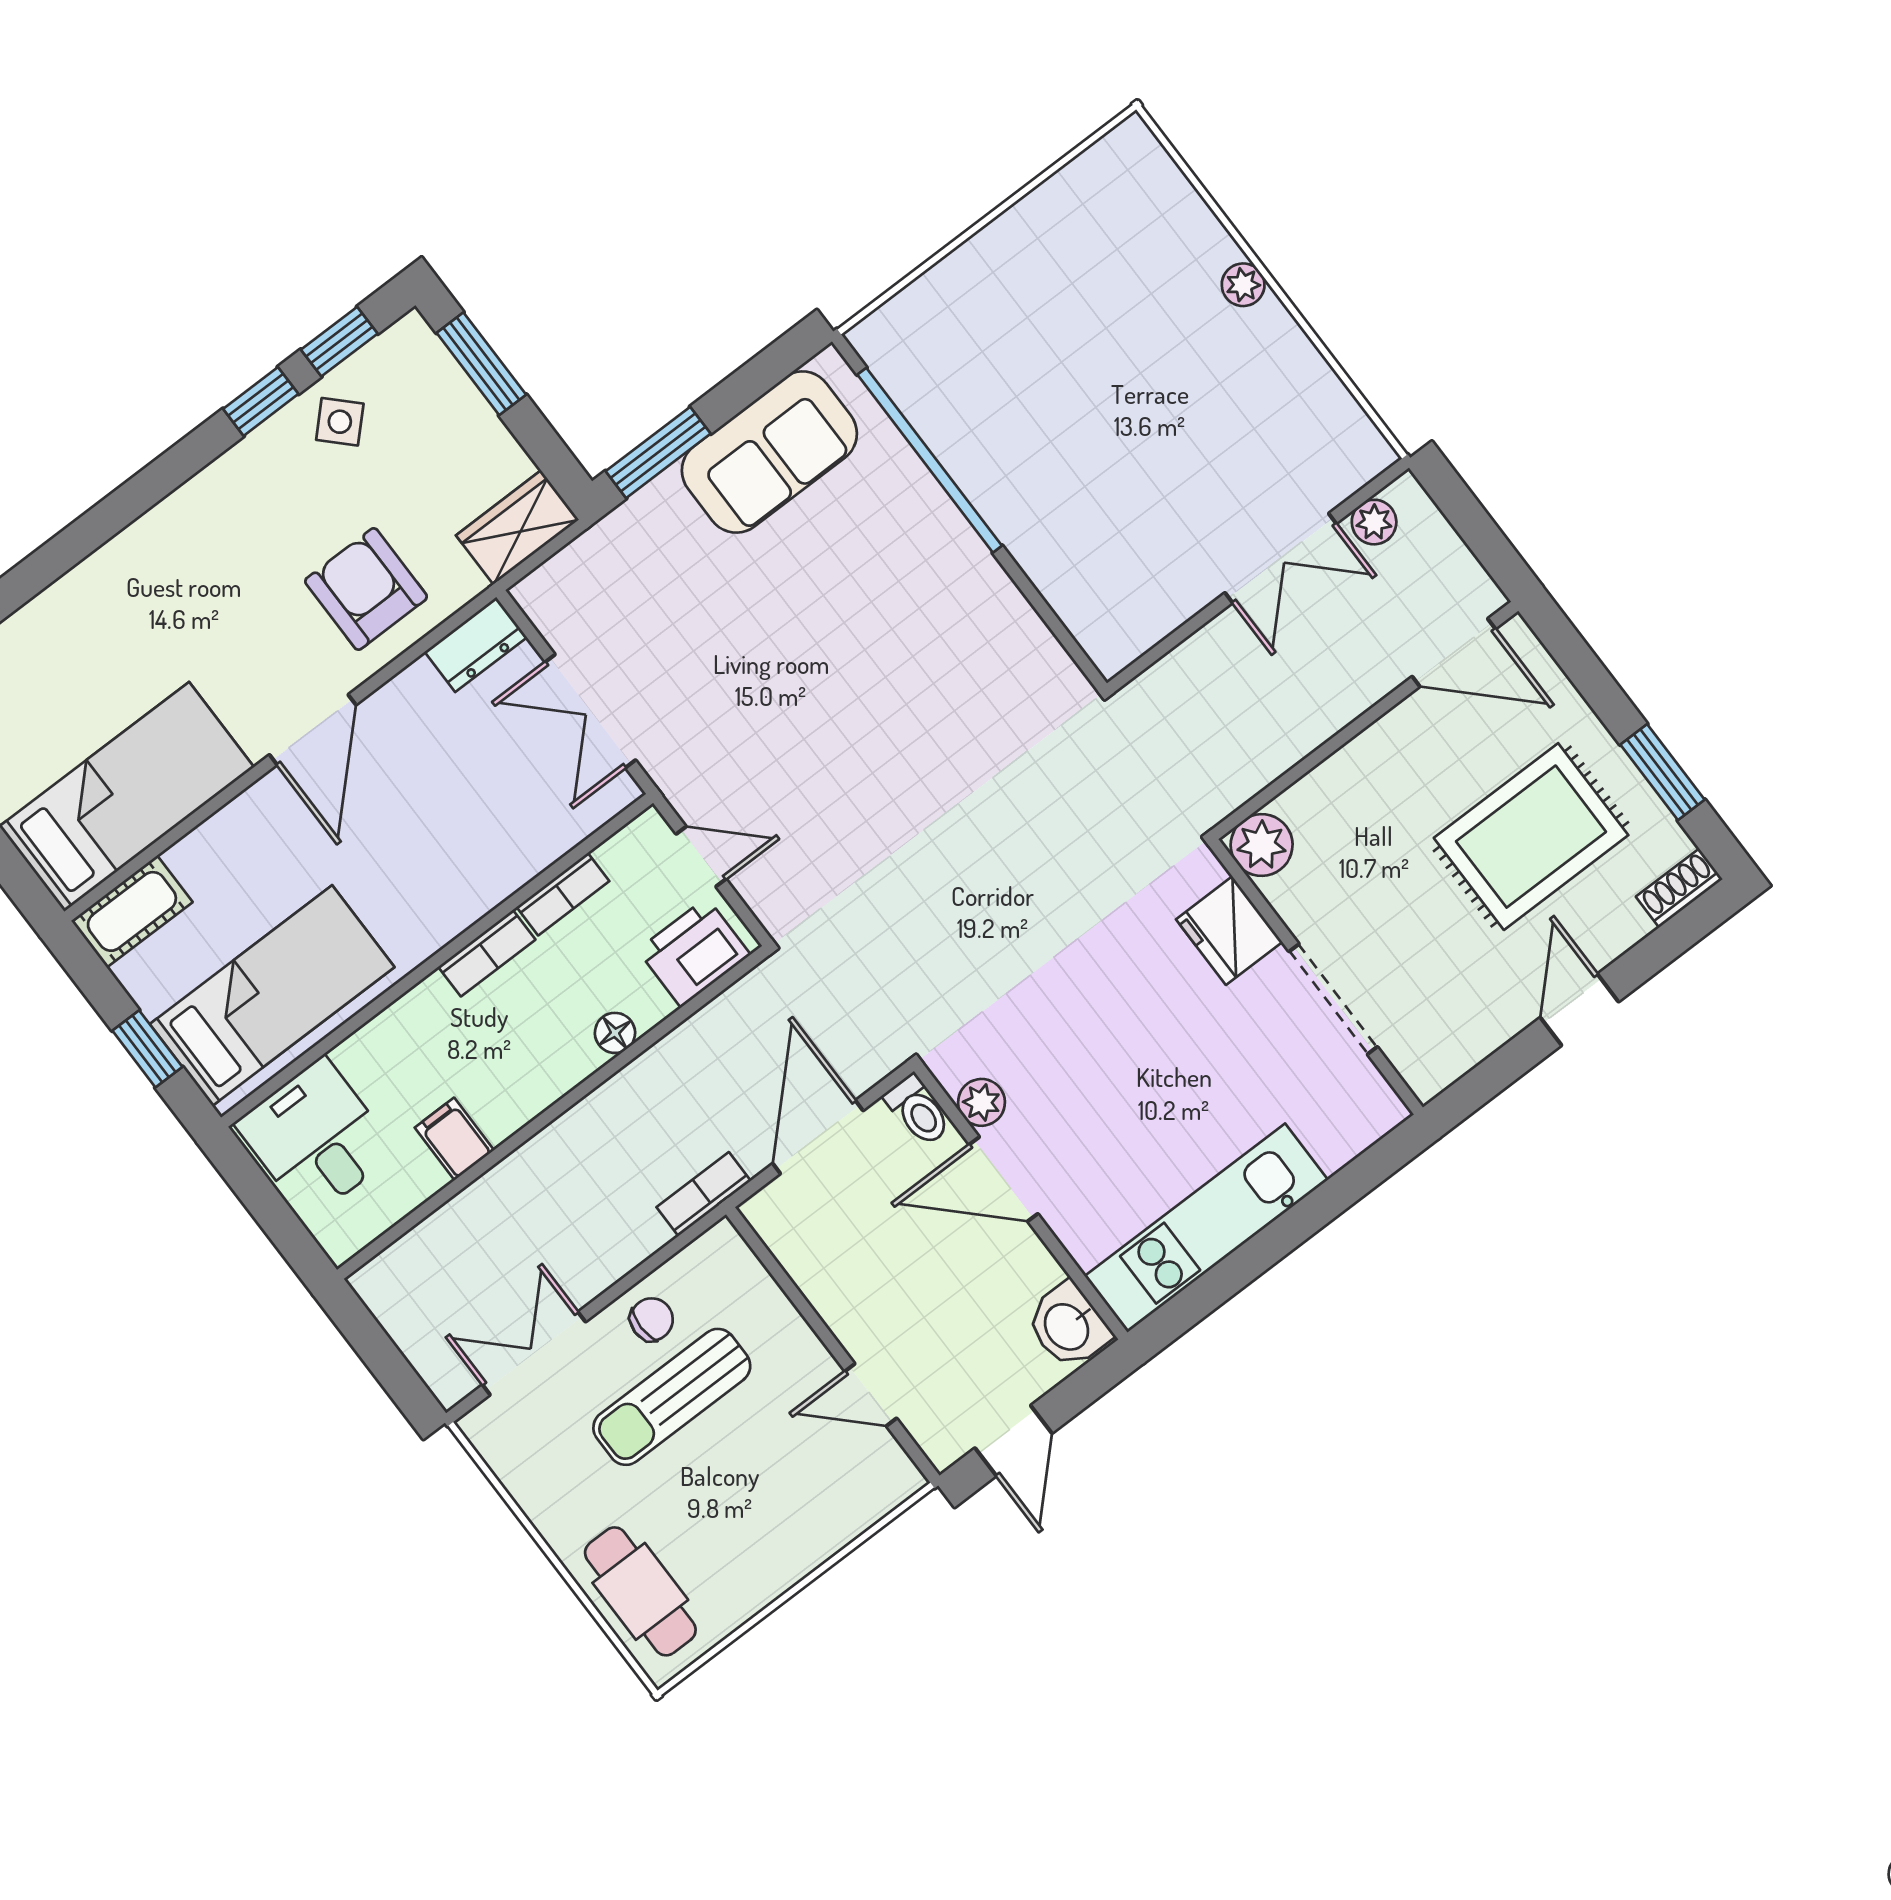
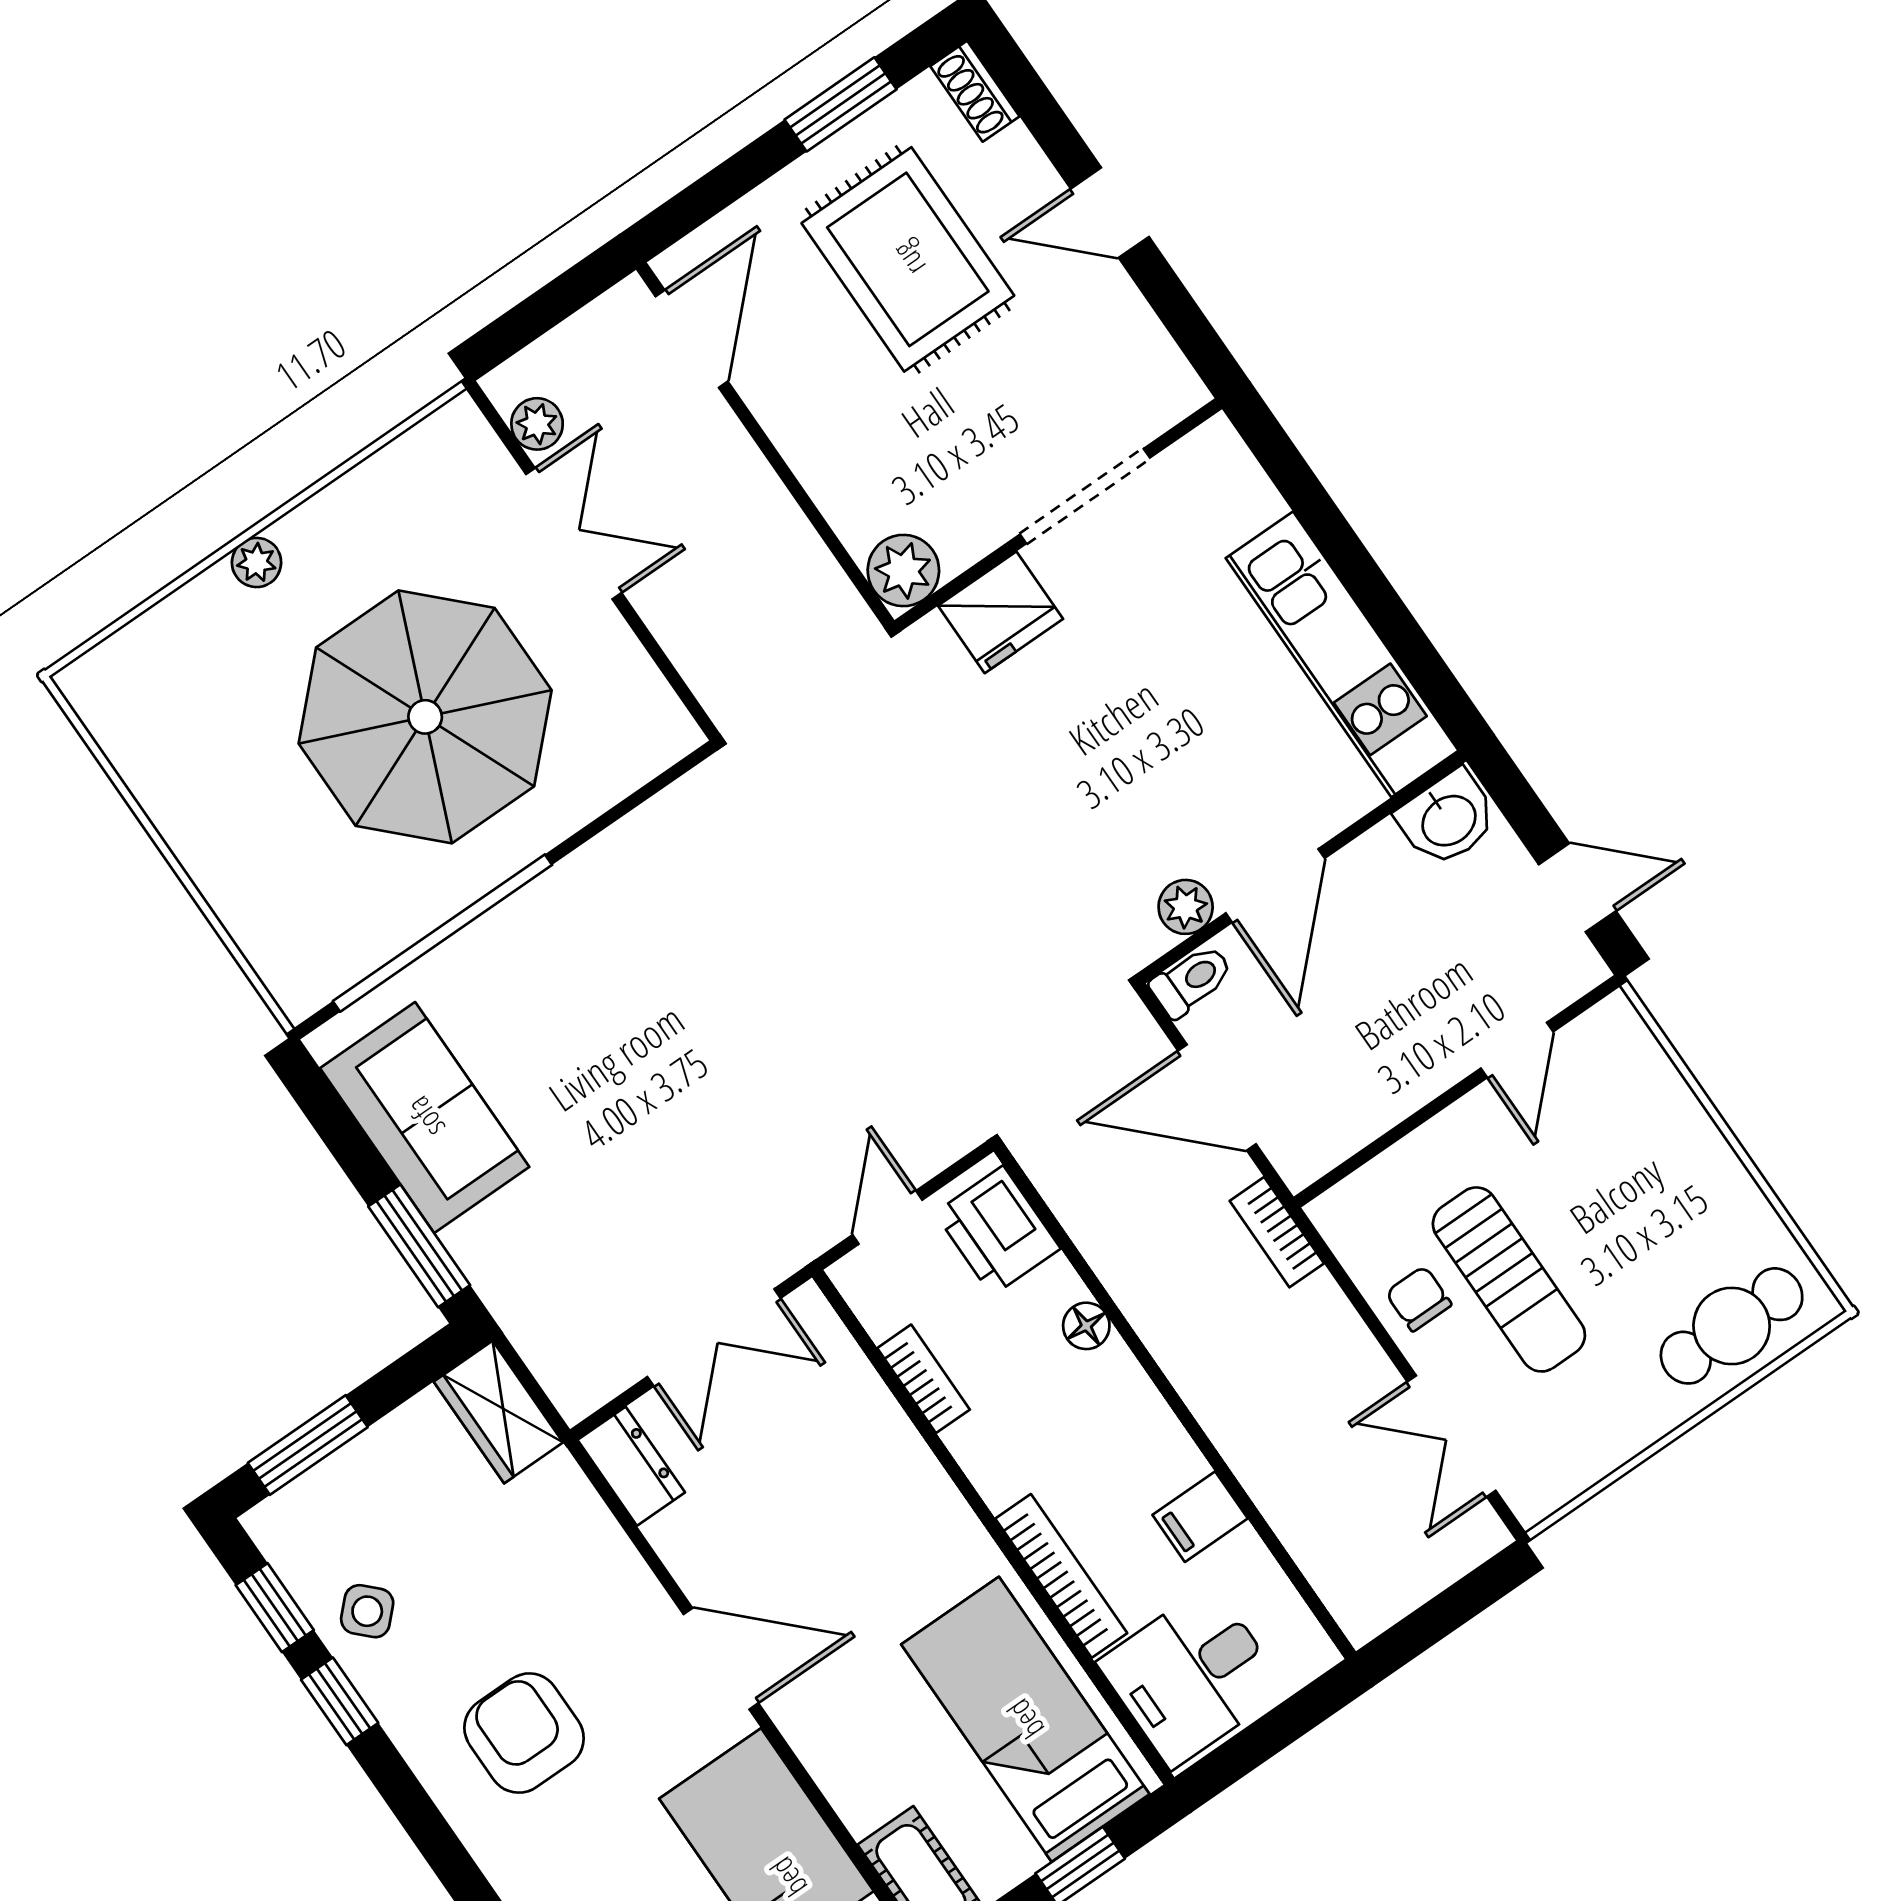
parasol: (1116, 437) -> (425, 717), added
armchair: (366, 589) -> (524, 1733), moved, turned 90
bookcase: (487, 953) -> (1061, 1576), moved, width x1.56

